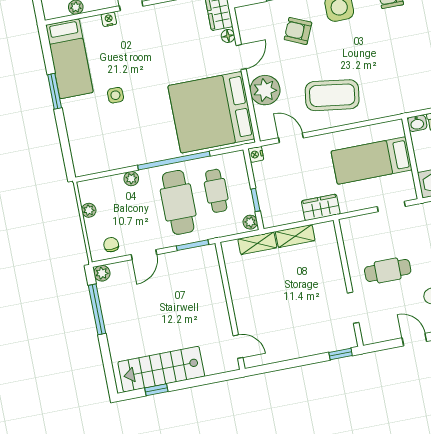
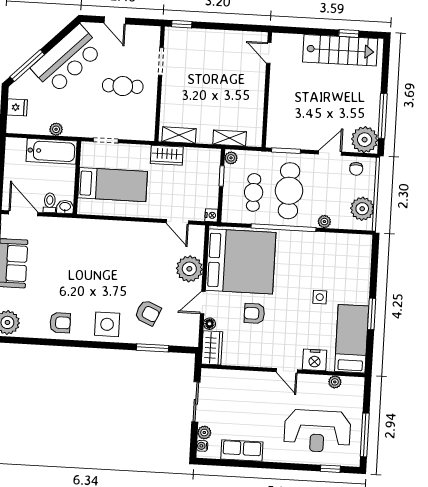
nightstand: (109, 19) -> (315, 360), width x1.89, depth x1.79
armchair: (182, 59) -> (254, 313), added
coffee table: (332, 95) -> (132, 250), removed
plant: (89, 210) -> (362, 209), width x1.88, depth x1.88
shelving: (295, 236) -> (179, 135), moved
plant: (102, 273) -> (365, 140), width x1.88, depth x1.88

